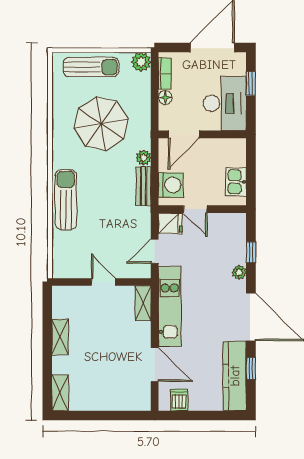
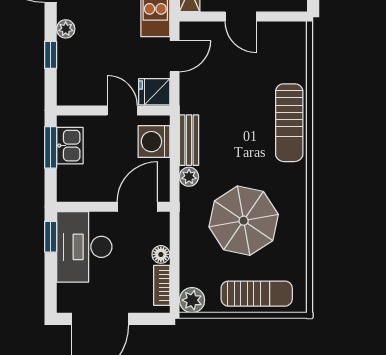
sun lounger: (91, 67) -> (257, 294), turned 180
window: (251, 84) -> (51, 237), moved
window: (251, 180) -> (51, 147), added

